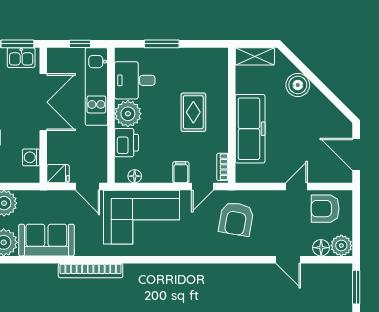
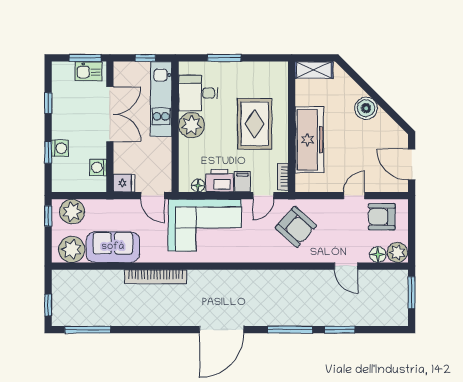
boiler: (298, 85) -> (366, 108), moved
rug: (193, 112) -> (255, 124), width x1.36, depth x1.43
printer: (126, 143) -> (220, 181), moved, turned -90
armchair: (236, 219) -> (296, 227), turned -58

